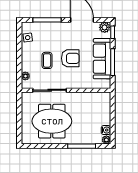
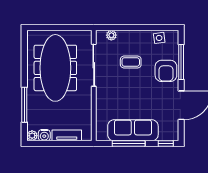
plant: (105, 27) -> (172, 133), removed
armchair: (70, 58) -> (166, 71), moved
tv unit: (106, 112) -> (67, 135), added
meeting table: (52, 121) -> (55, 68), width x1.36

